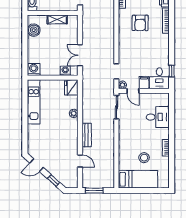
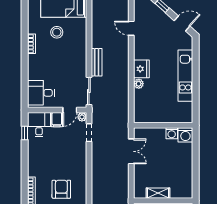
boiler: (34, 30) -> (185, 181), removed
washing machine: (65, 71) -> (172, 133), moved
fridge: (71, 87) -> (141, 69), moved
door: (133, 91) -> (70, 110), swing flipped
kitchen unit: (34, 102) -> (185, 76), moved
desk: (158, 117) -> (41, 93), moved
bench: (87, 135) -> (97, 62), moved

